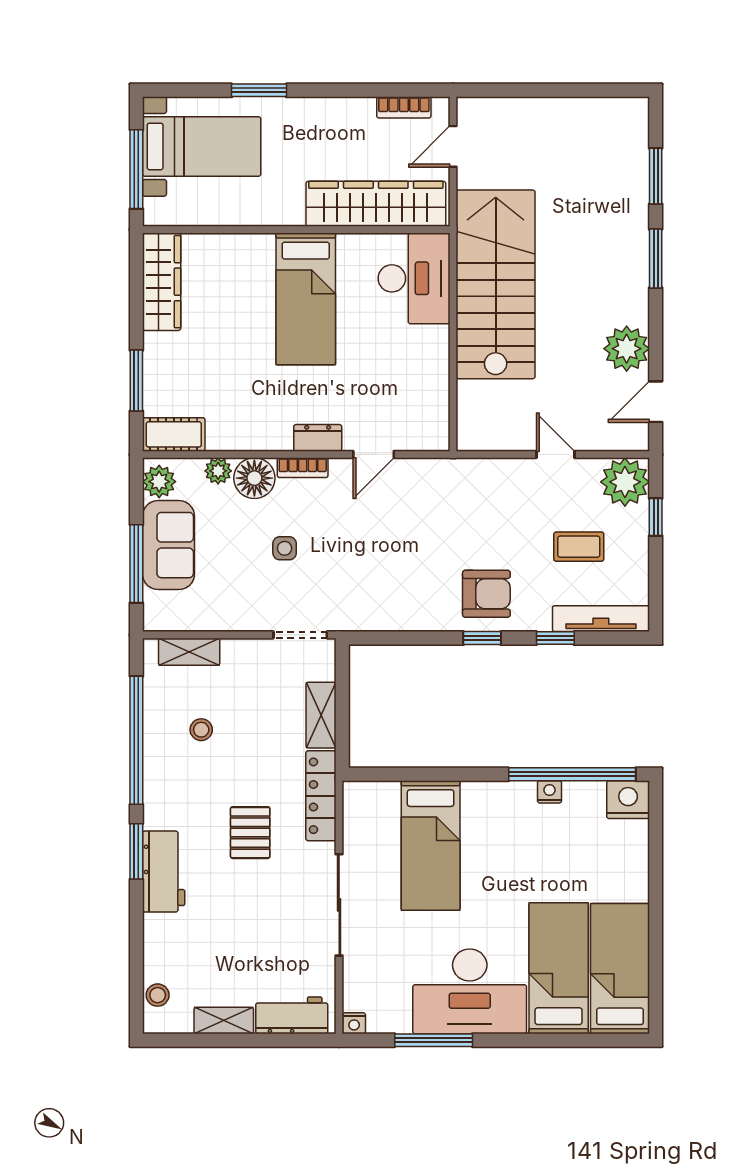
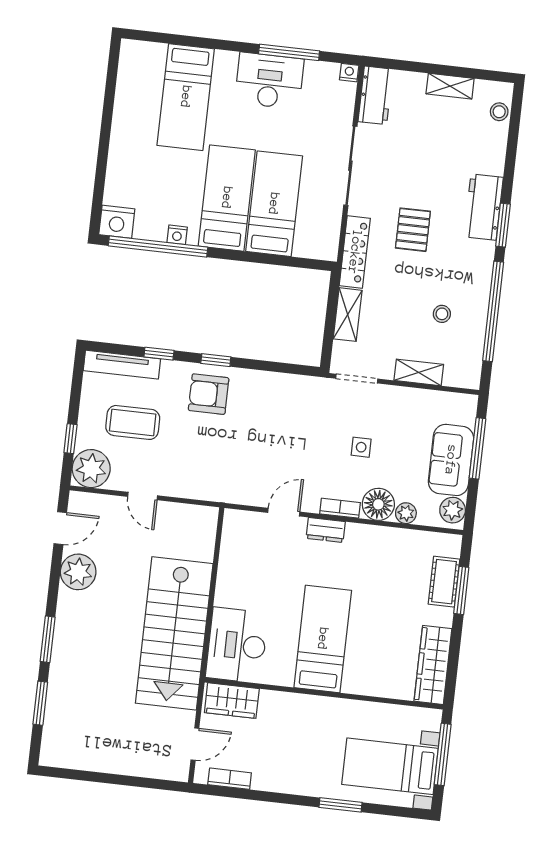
wardrobe: (376, 204) -> (232, 701), width x0.48, depth x0.85
cot: (174, 434) -> (444, 582), moved, turned 90
coffee table: (579, 547) -> (133, 422), width x1.36, depth x1.30
shelving: (189, 652) -> (419, 372), moved
bed: (620, 969) -> (227, 198), moved, turned 180
desk: (470, 991) -> (269, 81), width x0.73, depth x0.77
workbench: (292, 1015) -> (375, 95), moved, turned -90

